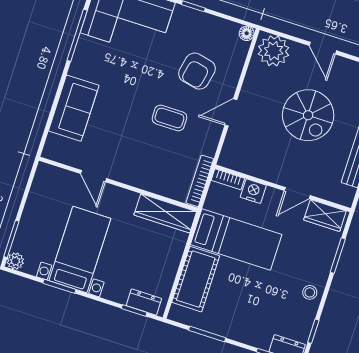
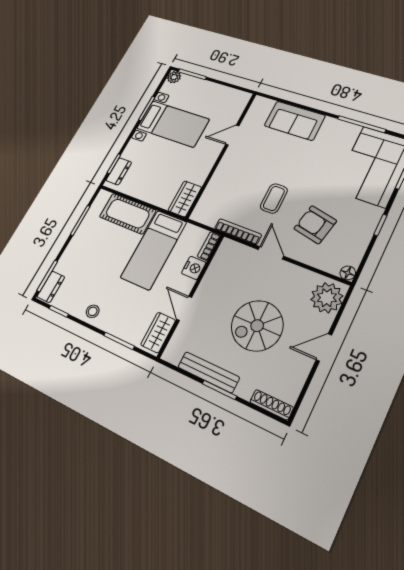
bookcase: (200, 181) -> (238, 232), moved
wardrobe: (165, 213) -> (185, 199), width x0.67

